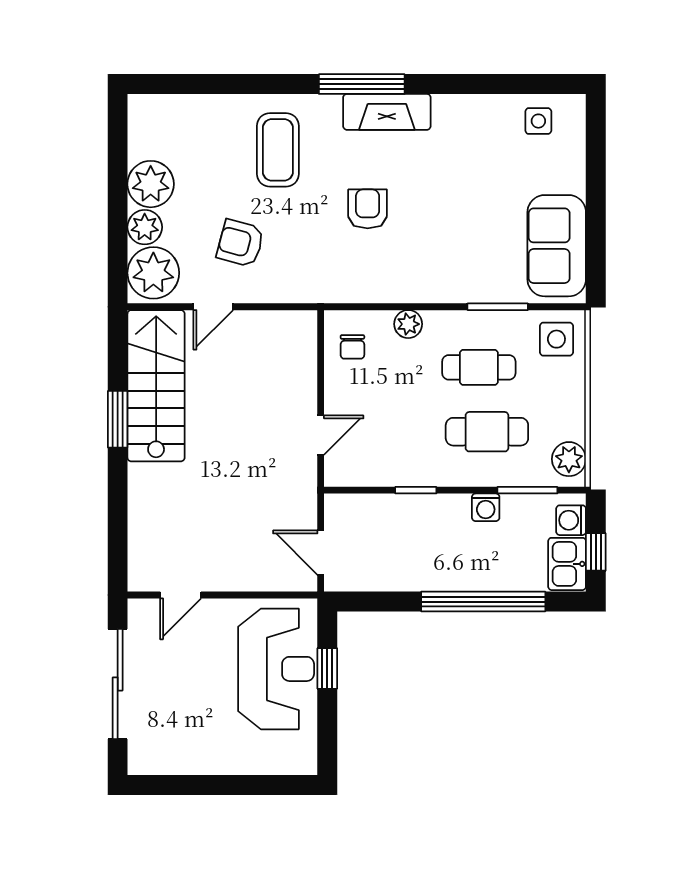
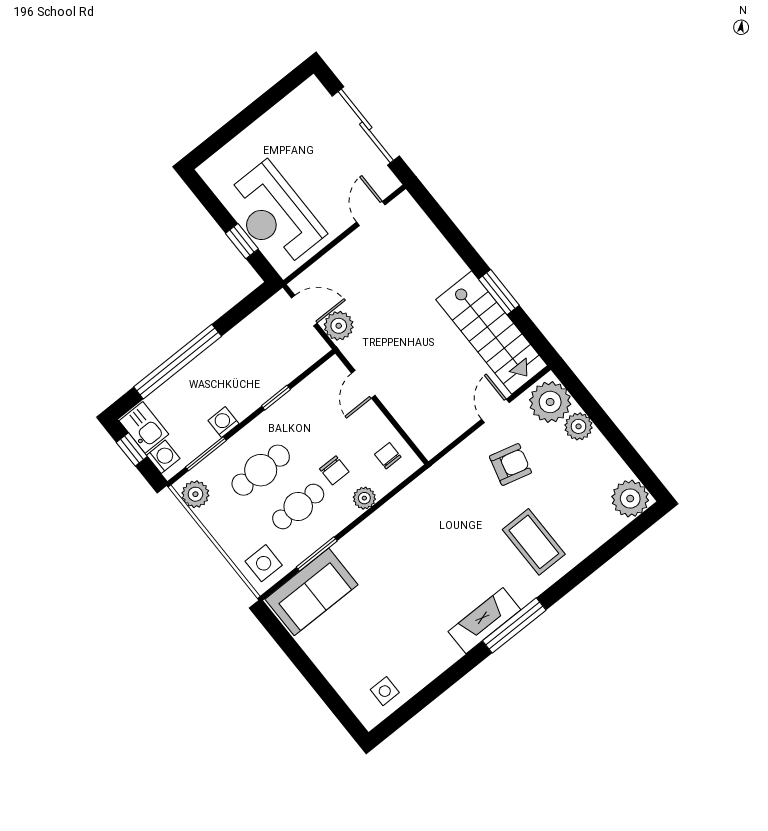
plant: (151, 184) -> (630, 499), moved
armchair: (368, 209) -> (448, 550), removed
sofa: (557, 246) -> (311, 592), moved, turned 90
chair: (416, 374) -> (334, 470), added
plant: (299, 511) -> (339, 326), added

